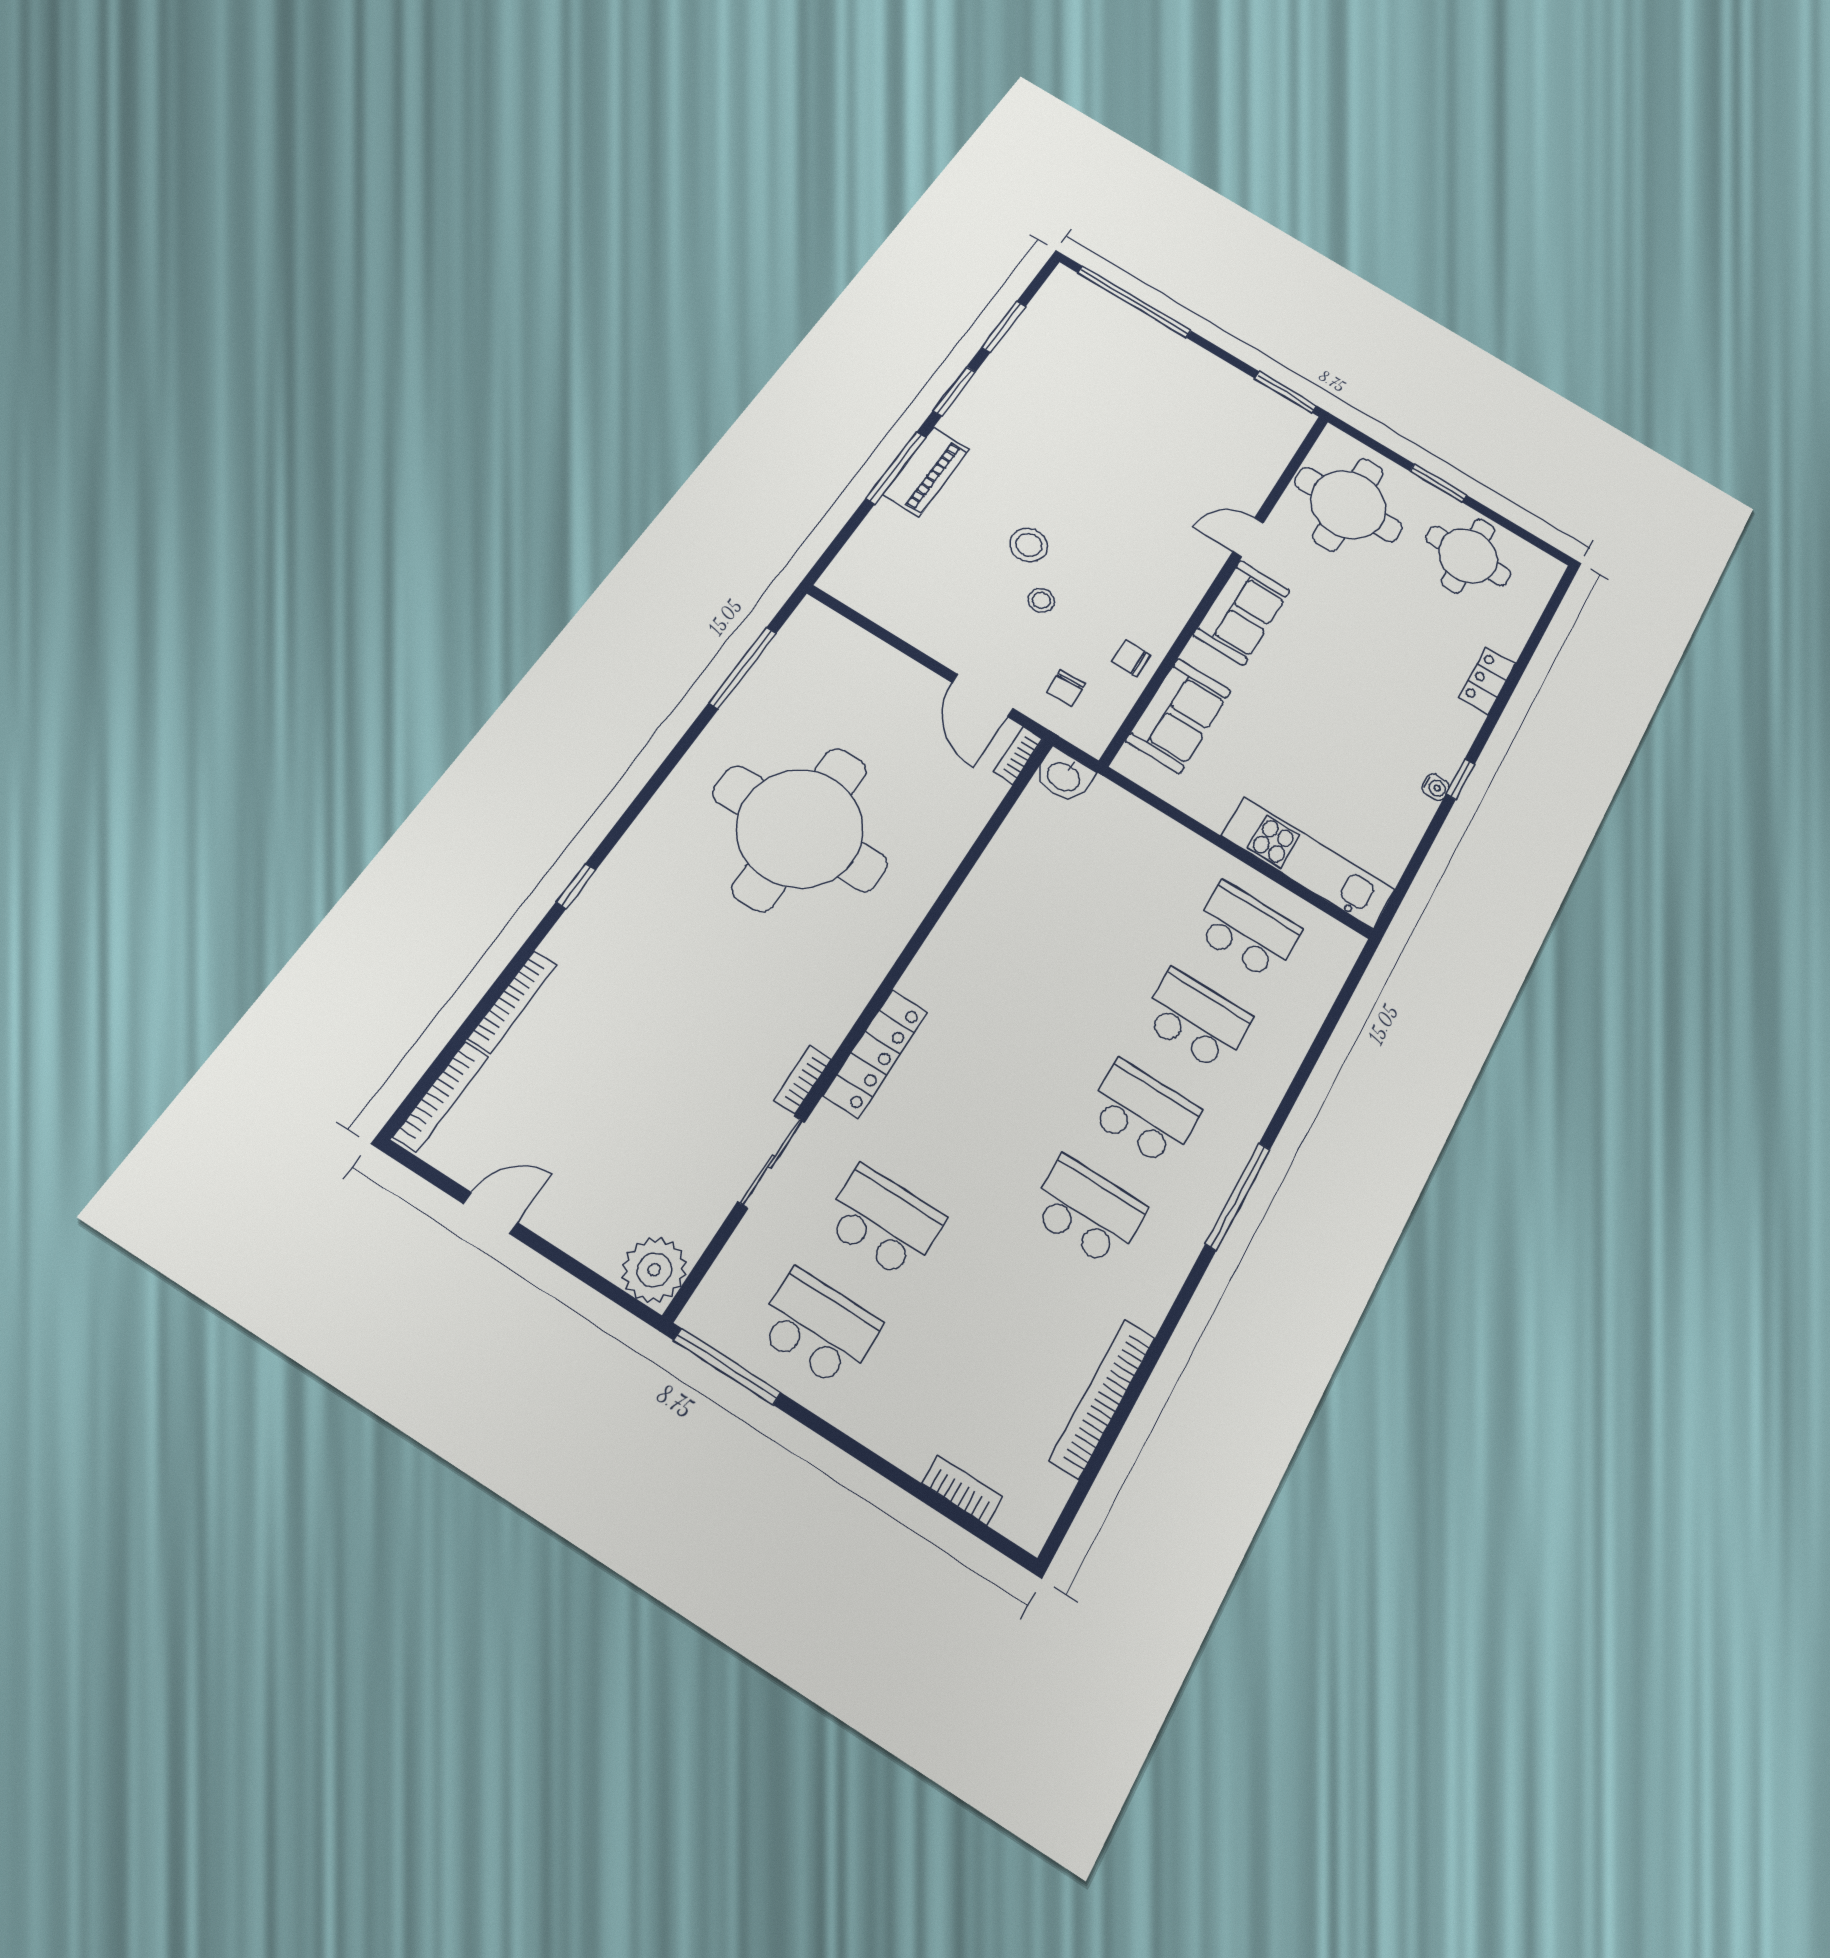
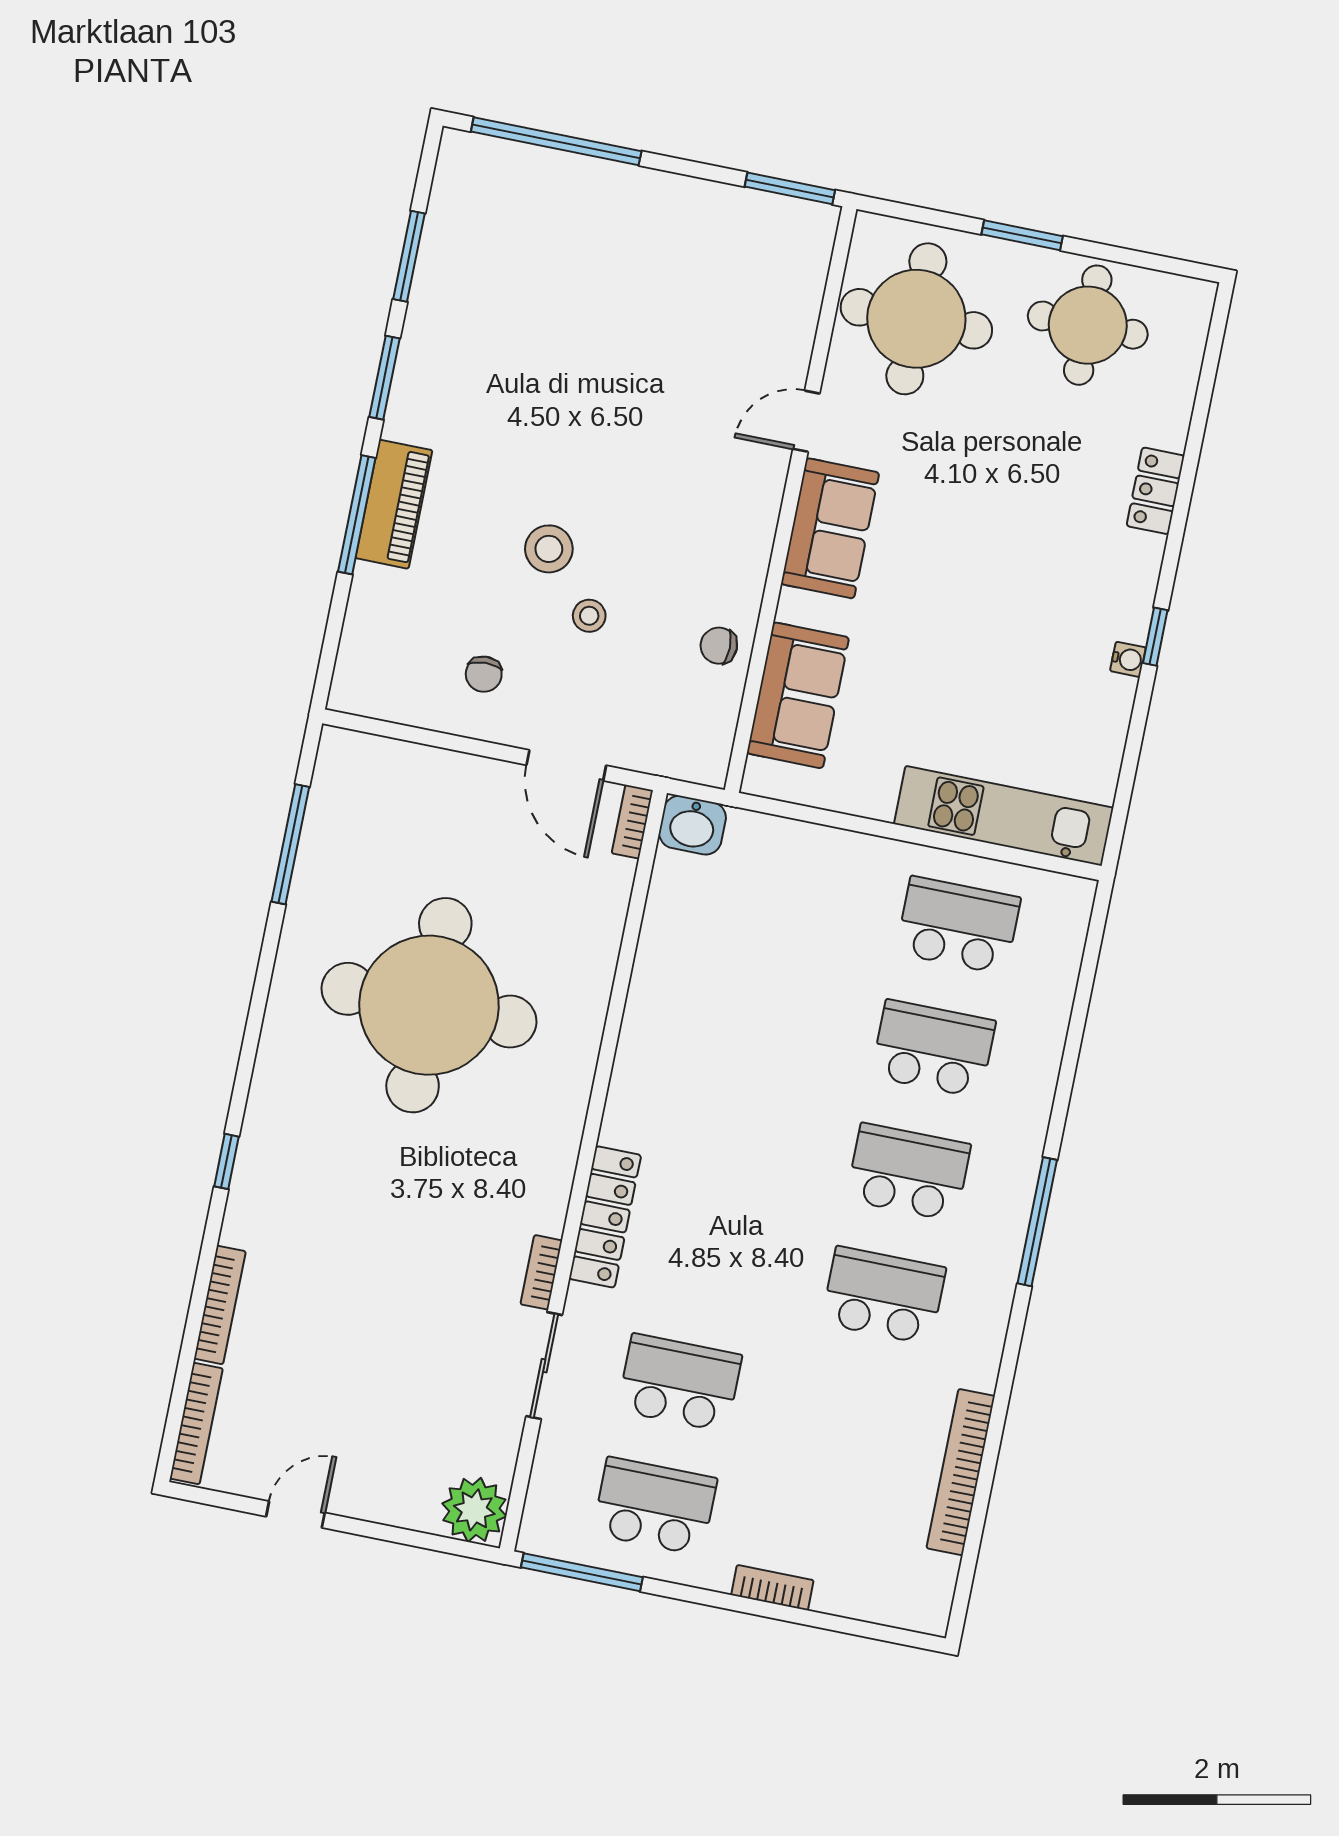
chair: (1066, 688) -> (484, 674), moved
bookcase: (962, 1490) -> (772, 1588), moved

